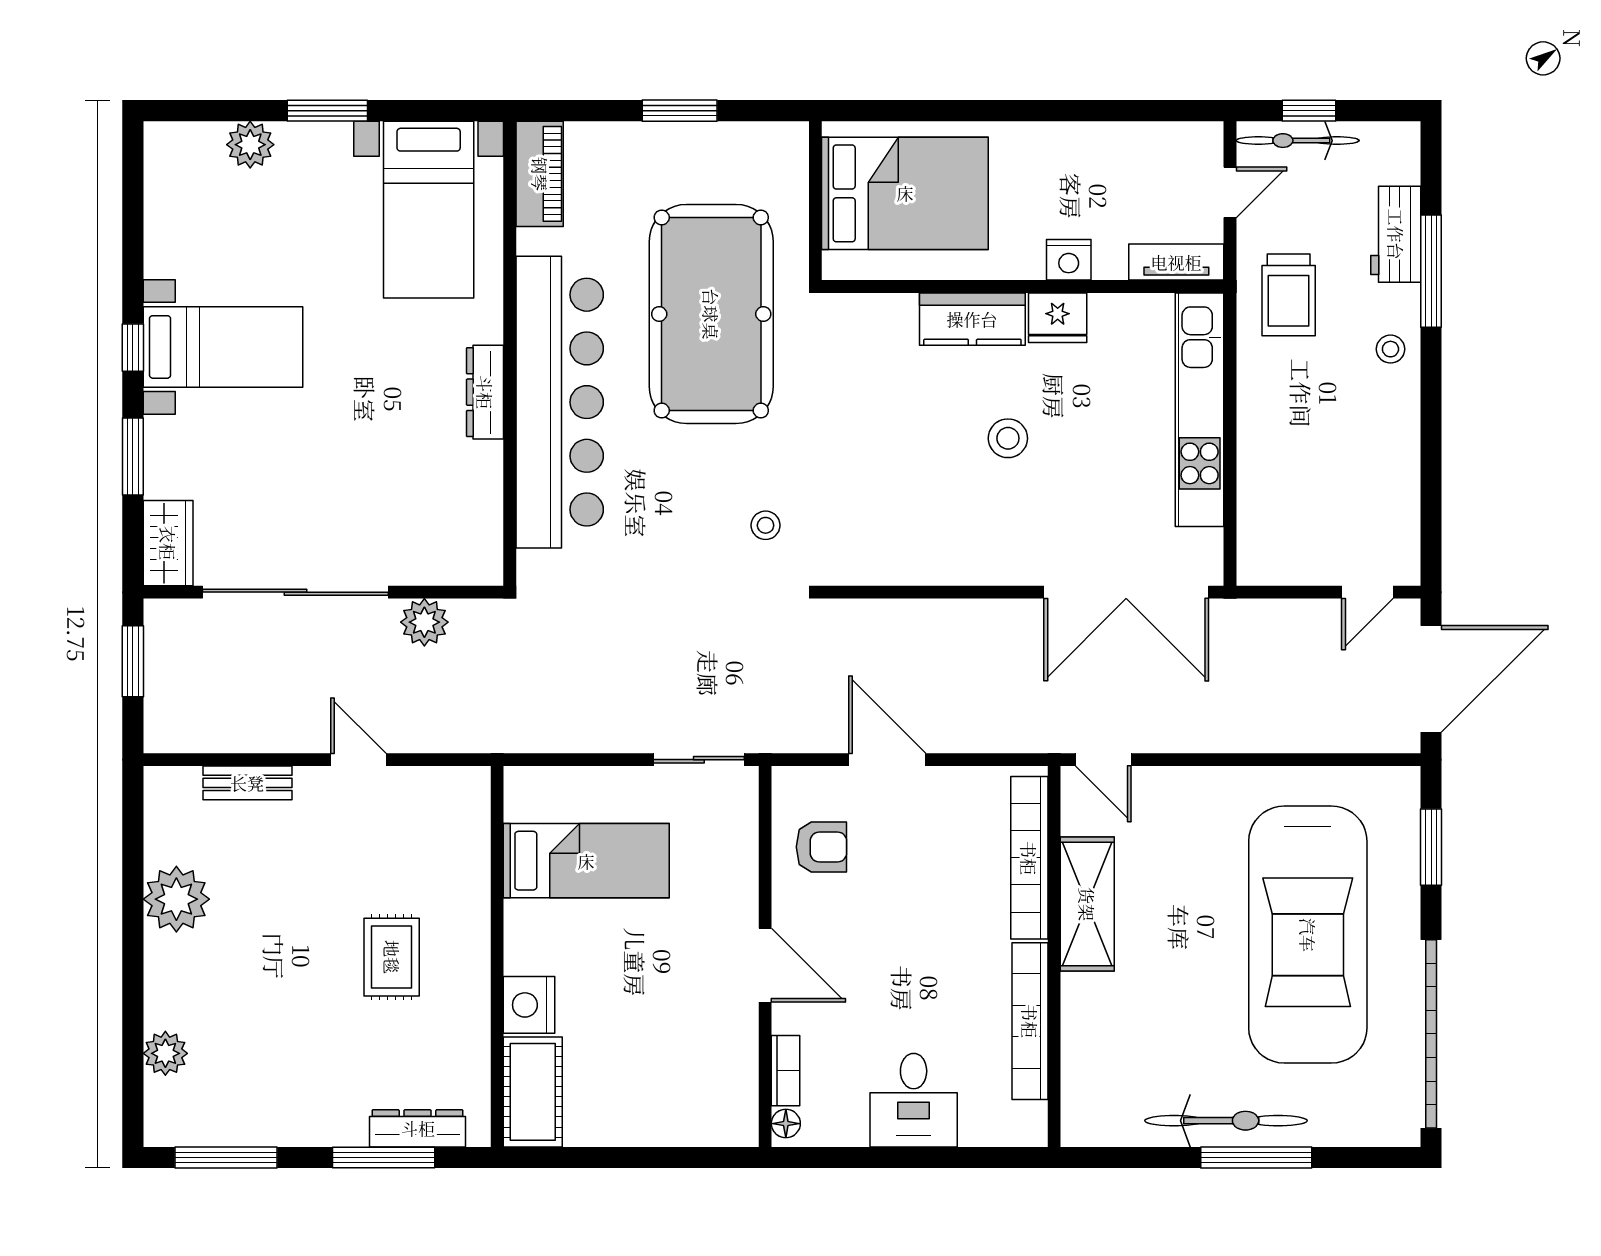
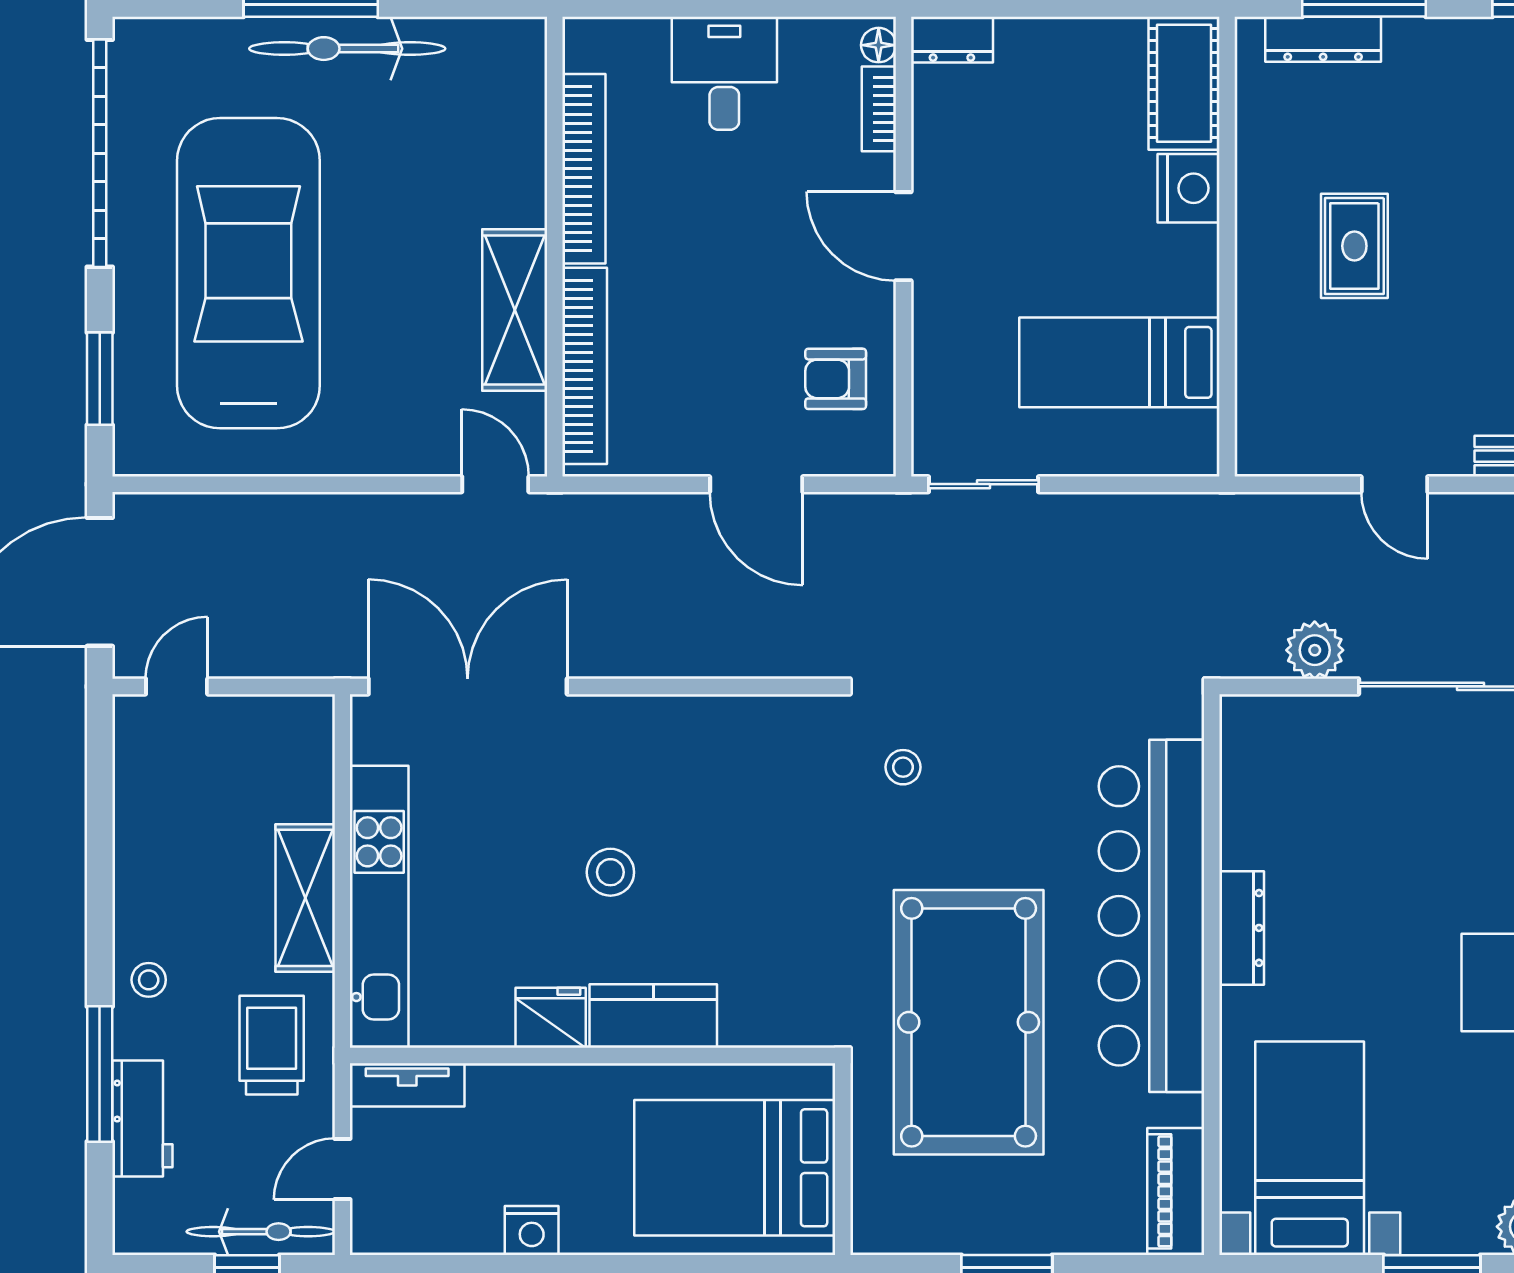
nightstand: (1069, 260) -> (532, 1231), moved, turned 180
shelving: (1261, 417) -> (305, 898), added
dresser: (725, 1128) -> (952, 40), added

